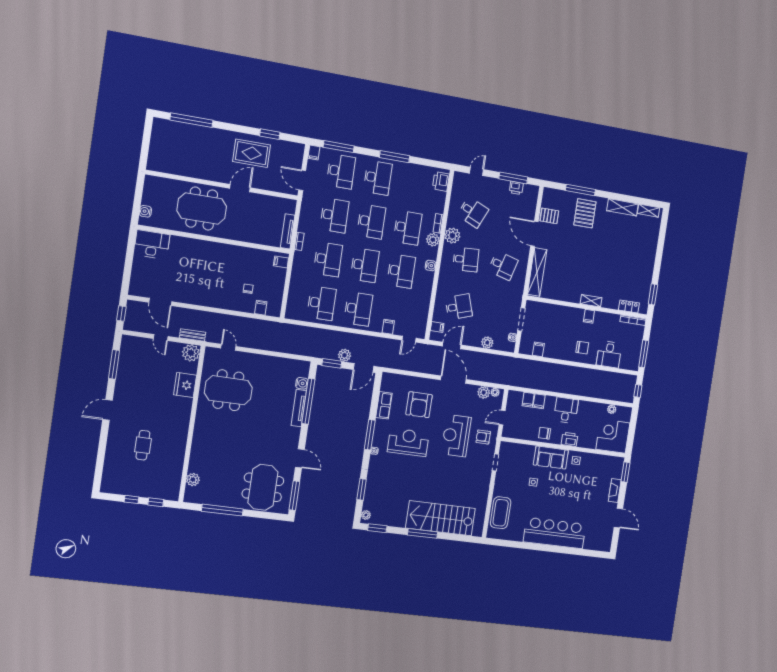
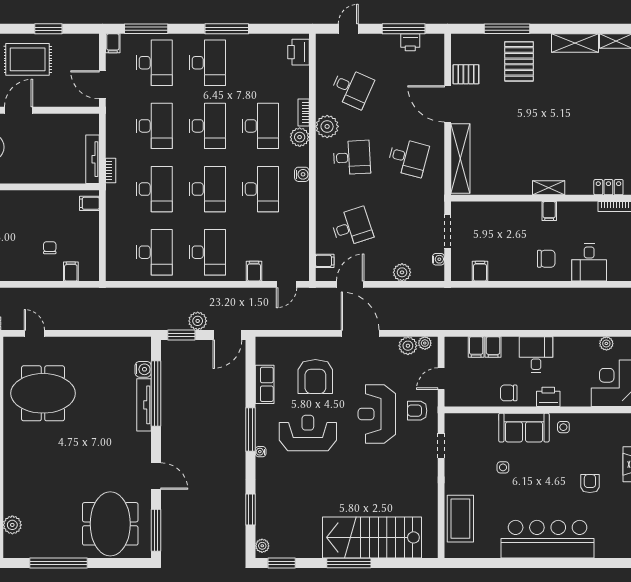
armchair: (587, 500) -> (590, 484), added

